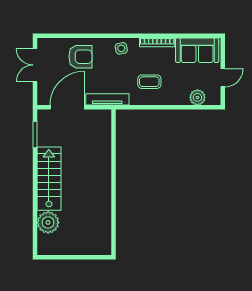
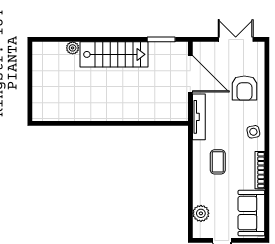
plant: (48, 222) -> (73, 48), width x0.53, depth x0.53

